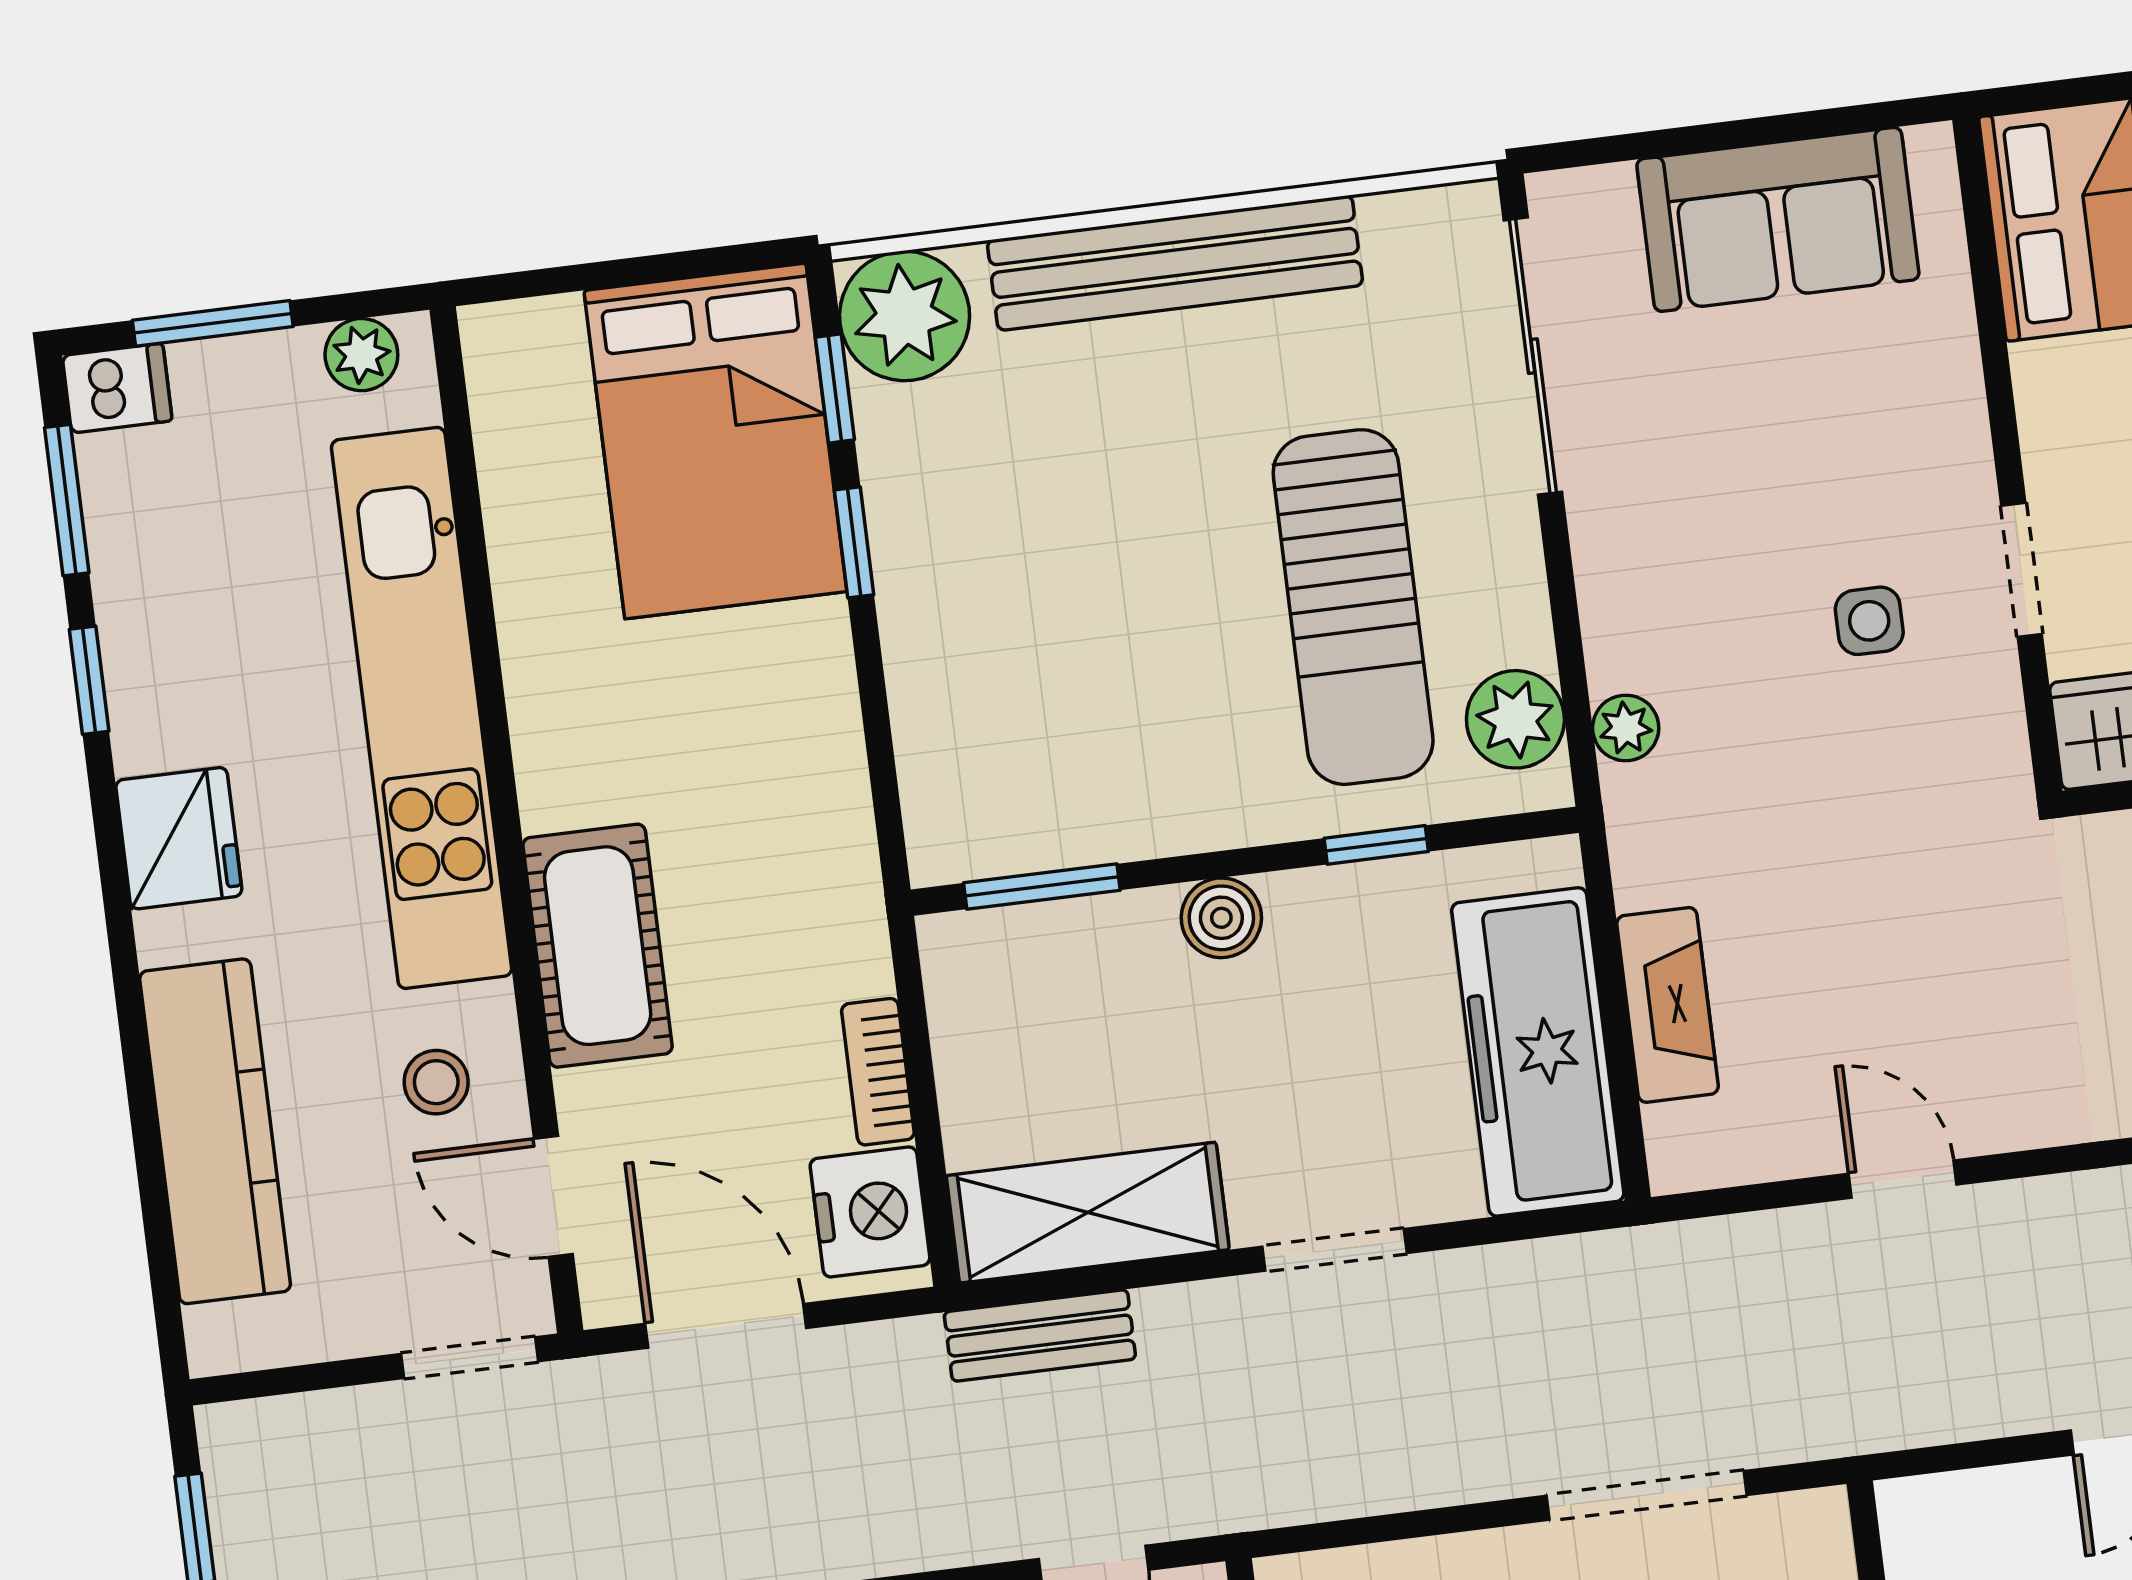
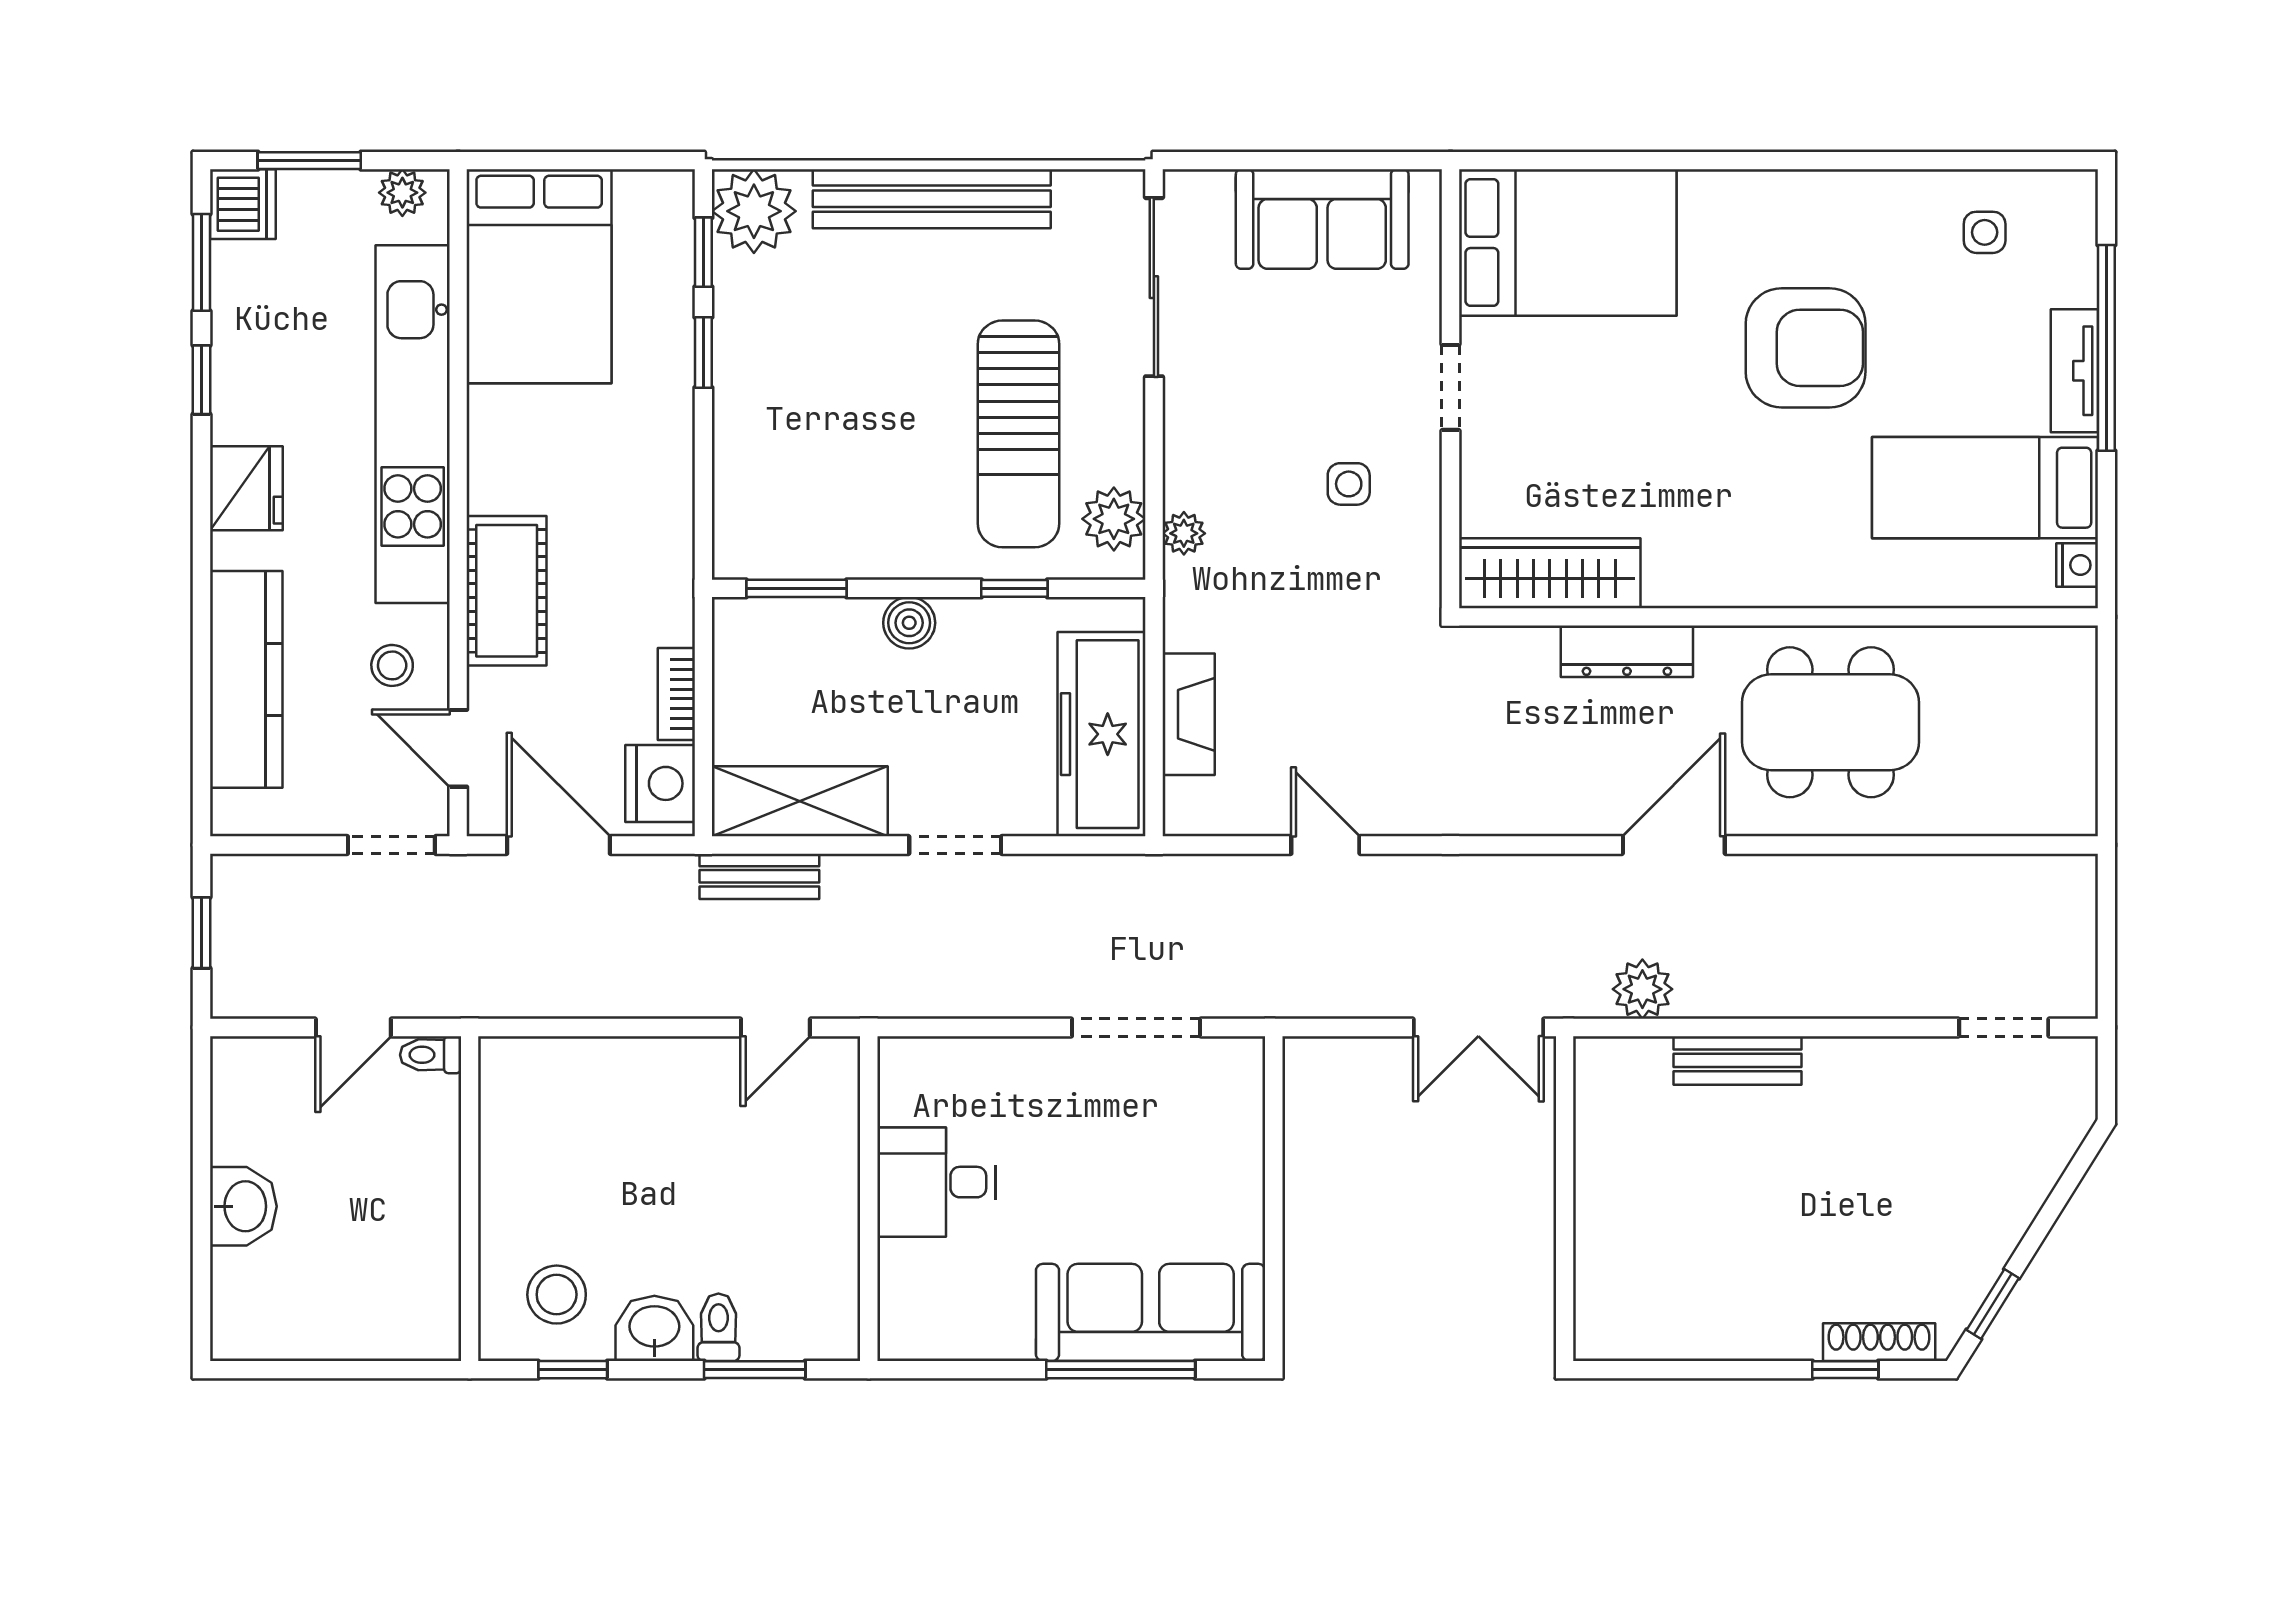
dishwasher: (117, 388) -> (243, 204), width x1.38
bed: (715, 441) -> (539, 276), moved
doorway: (2022, 570) -> (1451, 387), moved

